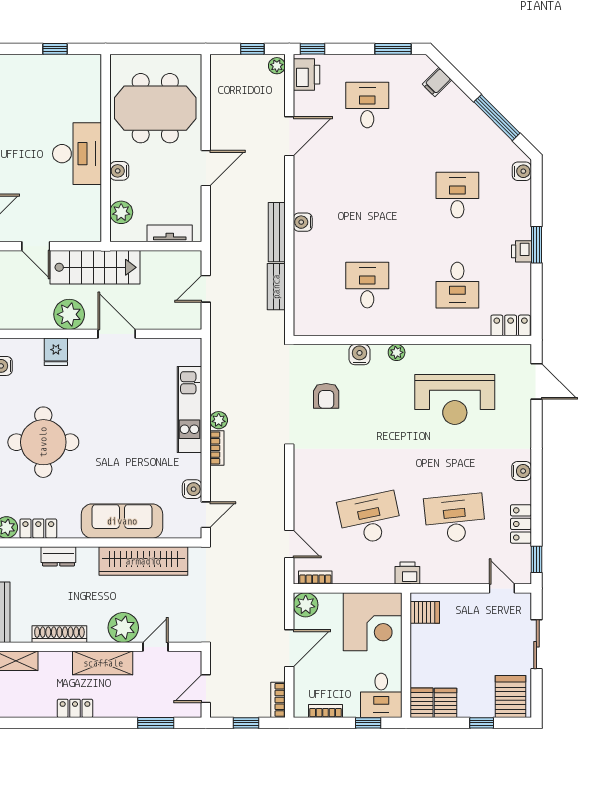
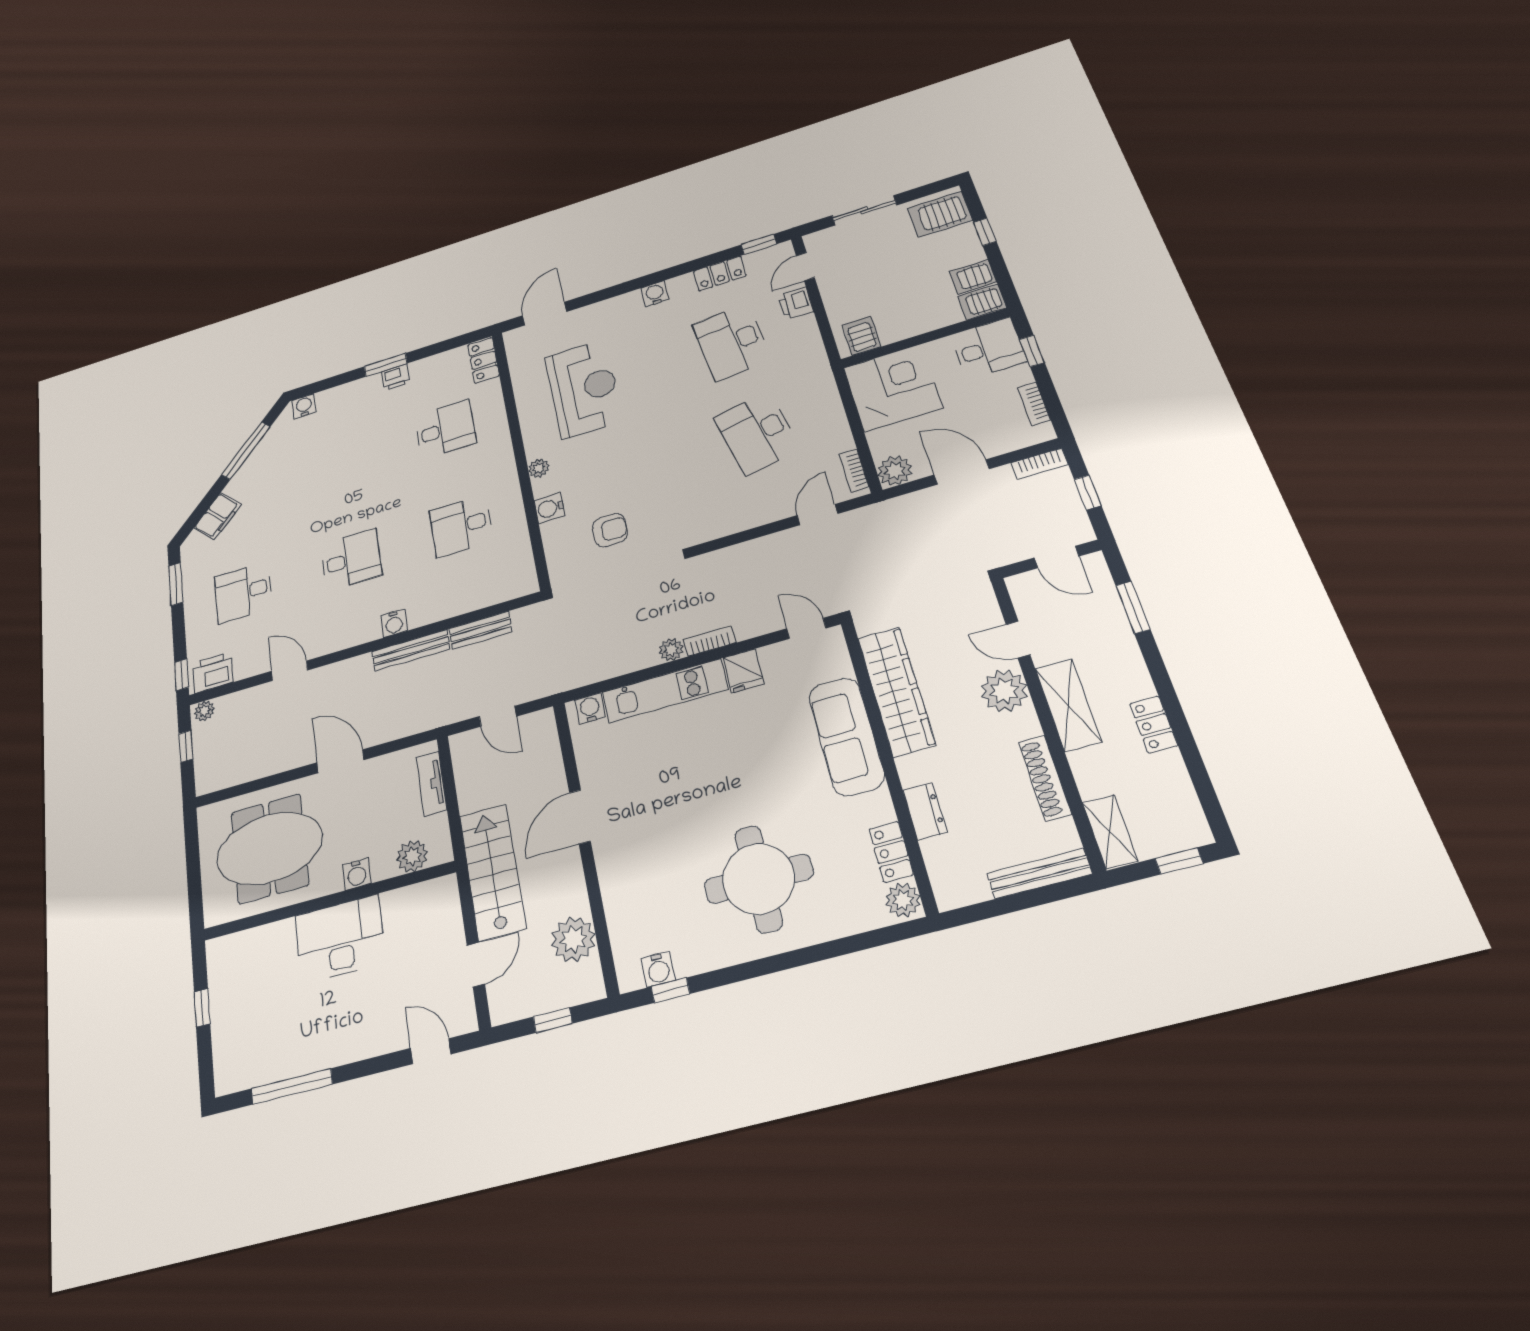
filing cabinet: (437, 82) -> (218, 516), width x2.00
meeting table: (155, 108) -> (269, 848), turned 90
door: (289, 136) -> (289, 671), width x0.73
desk: (457, 195) -> (351, 560), moved, turned 180
plant: (69, 314) -> (573, 940), moved
fridge: (56, 352) -> (744, 671), moved, turned 90
water cooler: (192, 489) -> (590, 709), moved
printer: (407, 573) -> (796, 304), moved

